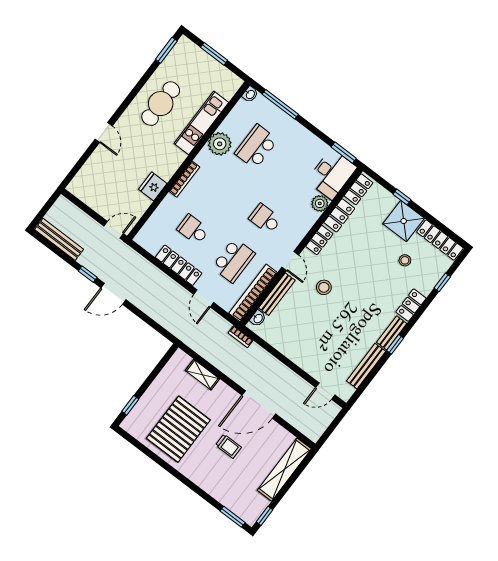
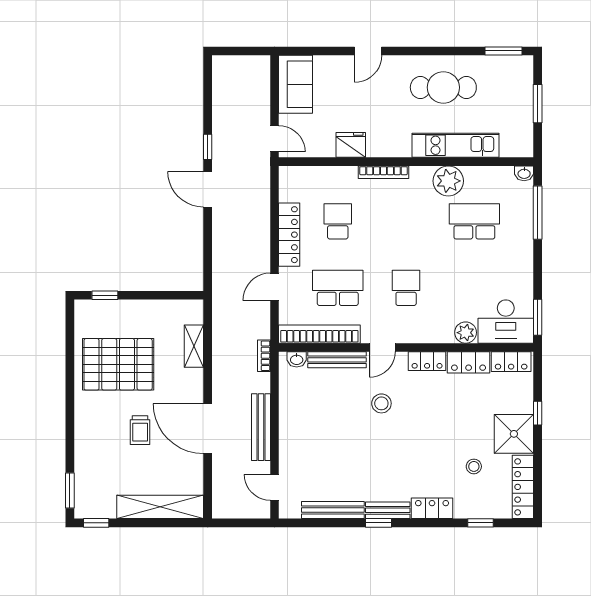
sofa: (90, 192) -> (296, 84), added
bench: (59, 239) -> (261, 427), moved
school desk: (233, 260) -> (338, 288), turned 180

